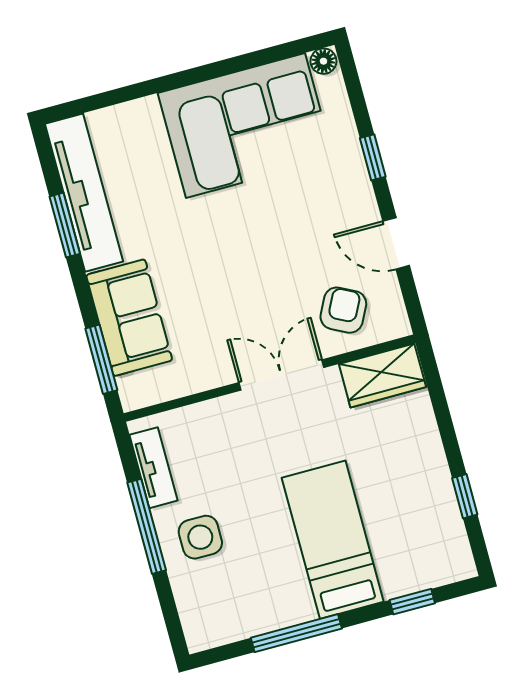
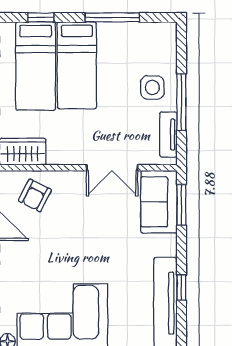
window: (65, 225) -> (181, 288), width x0.67
sofa: (129, 318) -> (159, 202), moved
double door: (281, 375) -> (112, 168), moved
bed: (399, 520) -> (36, 66), added

